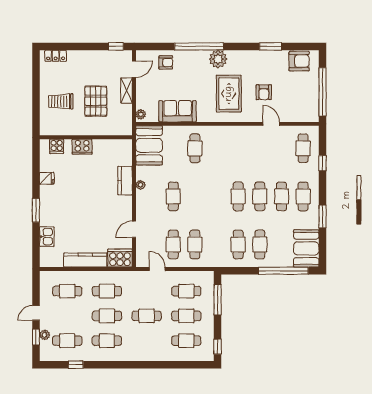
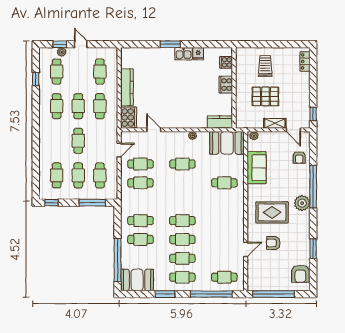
window: (322, 163) -> (211, 294), width x3.17
kitchen counter: (125, 181) -> (220, 122), moved
kitchen sink: (47, 237) -> (184, 54), moved

